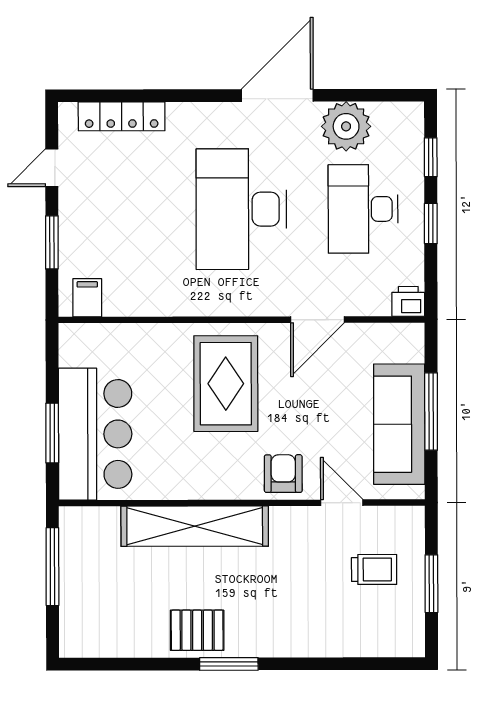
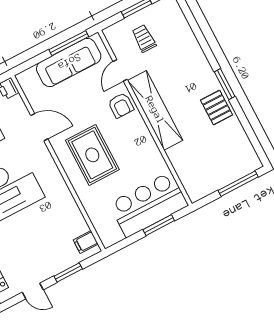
rug: (226, 384) -> (92, 155), turned 90
window: (431, 412) -> (69, 43), moved
armchair: (283, 474) -> (121, 105), turned -90
shelving: (195, 526) -> (155, 110), moved
window: (52, 567) -> (238, 184), moved

